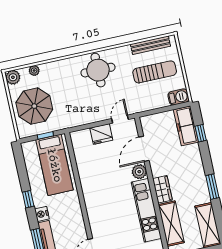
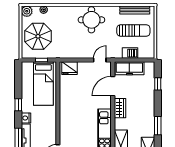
barbecue: (178, 97) -> (130, 53), moved
freezer: (186, 126) -> (129, 68), moved, turned -90
fridge: (101, 134) -> (69, 68), moved
plant: (139, 172) -> (106, 102), removed
wardrobe: (162, 189) -> (120, 108), moved

